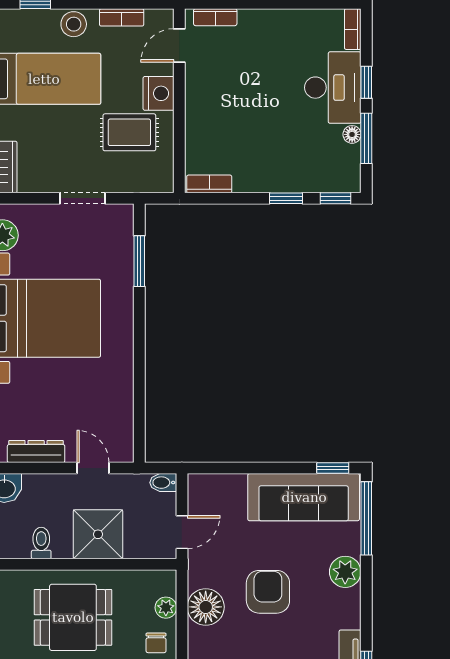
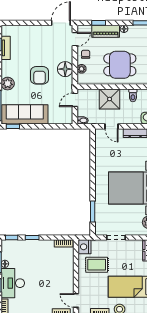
door: (179, 45) -> (76, 300), swing flipped
nightstand: (159, 93) -> (85, 247), moved

